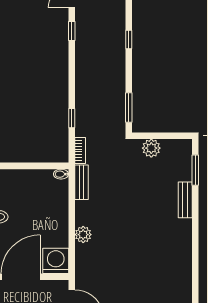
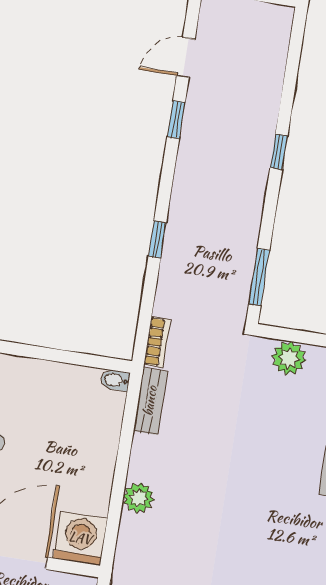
window: (72, 118) -> (157, 240), moved

